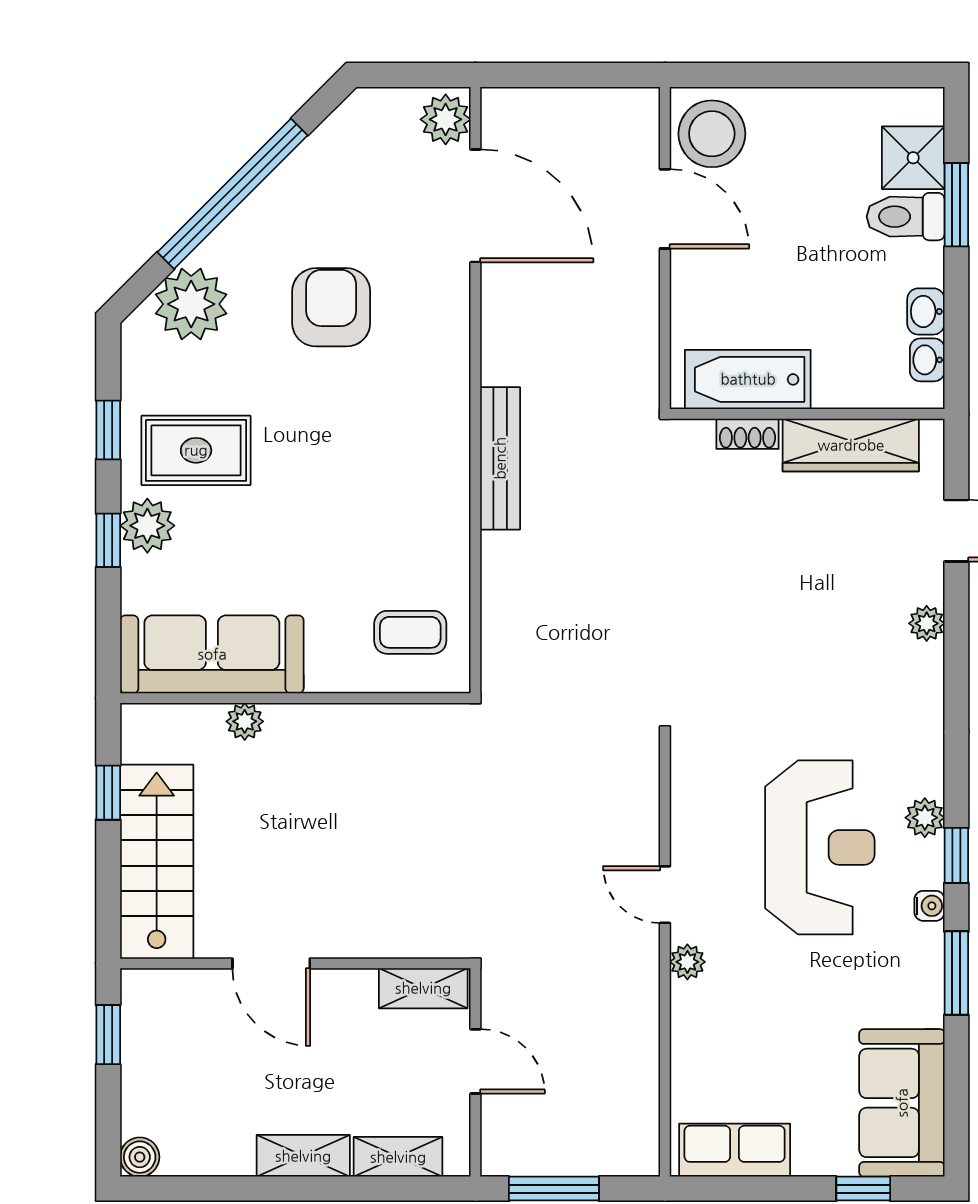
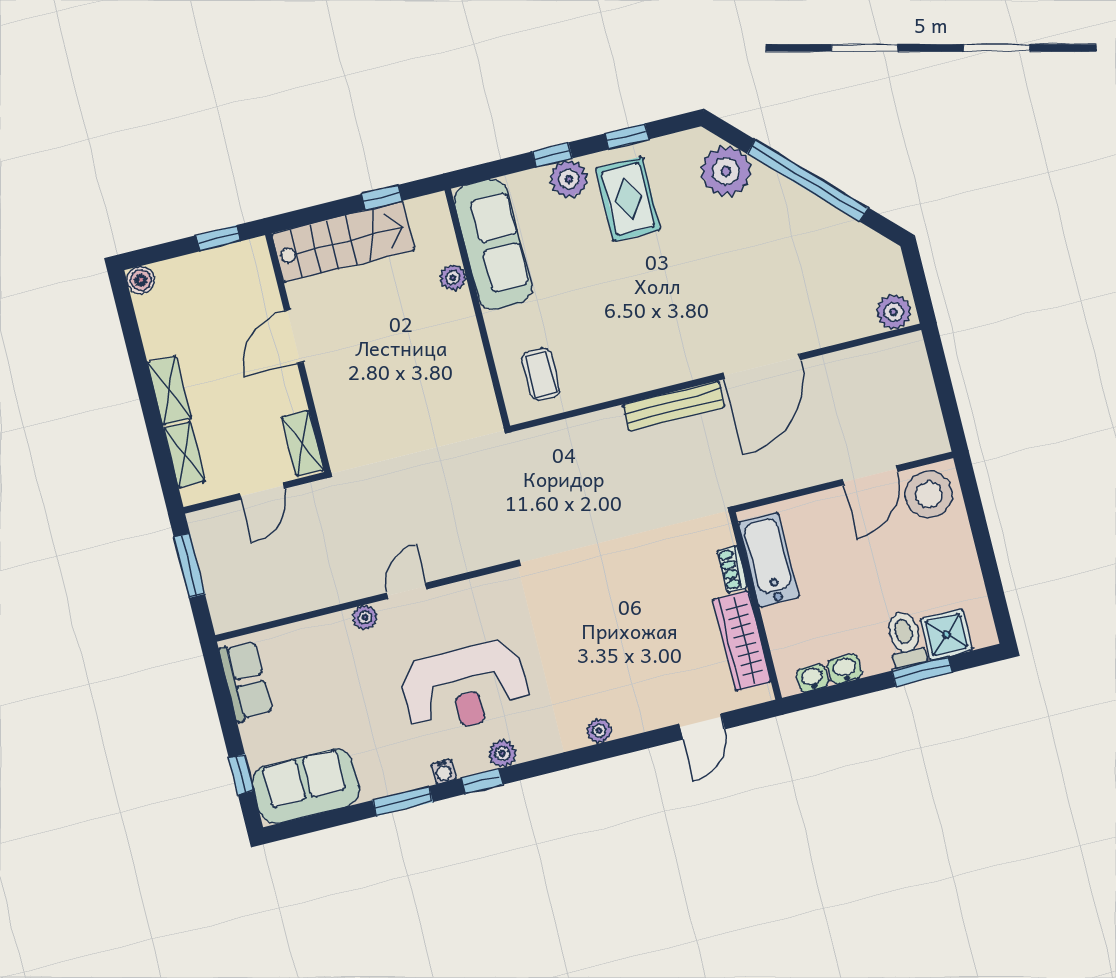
door: (475, 206) -> (762, 366), moved
armchair: (331, 307) -> (747, 266), removed
plant: (927, 623) -> (599, 731), moved

